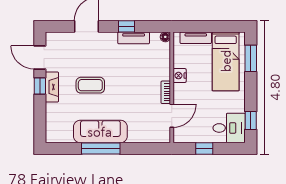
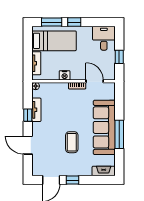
fireplace: (52, 87) -> (104, 171), moved
window: (251, 120) -> (74, 22), moved
sofa: (100, 132) -> (104, 127), width x1.36, depth x1.27

